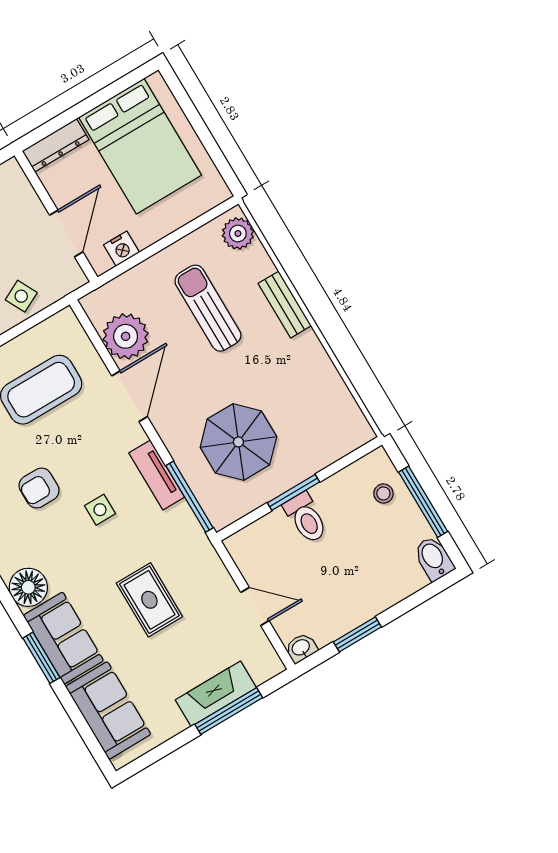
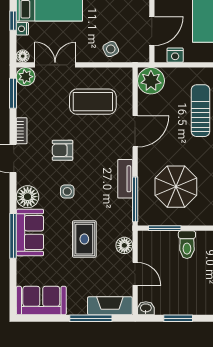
plant: (126, 336) -> (151, 81), moved
window: (294, 492) -> (165, 228), moved
side table: (100, 510) -> (67, 191), moved
floor lamp: (214, 574) -> (124, 245), added
window: (41, 658) -> (13, 236), width x1.44
fireplace: (216, 694) -> (110, 306), moved
sofa: (108, 710) -> (41, 301), moved, turned -90

